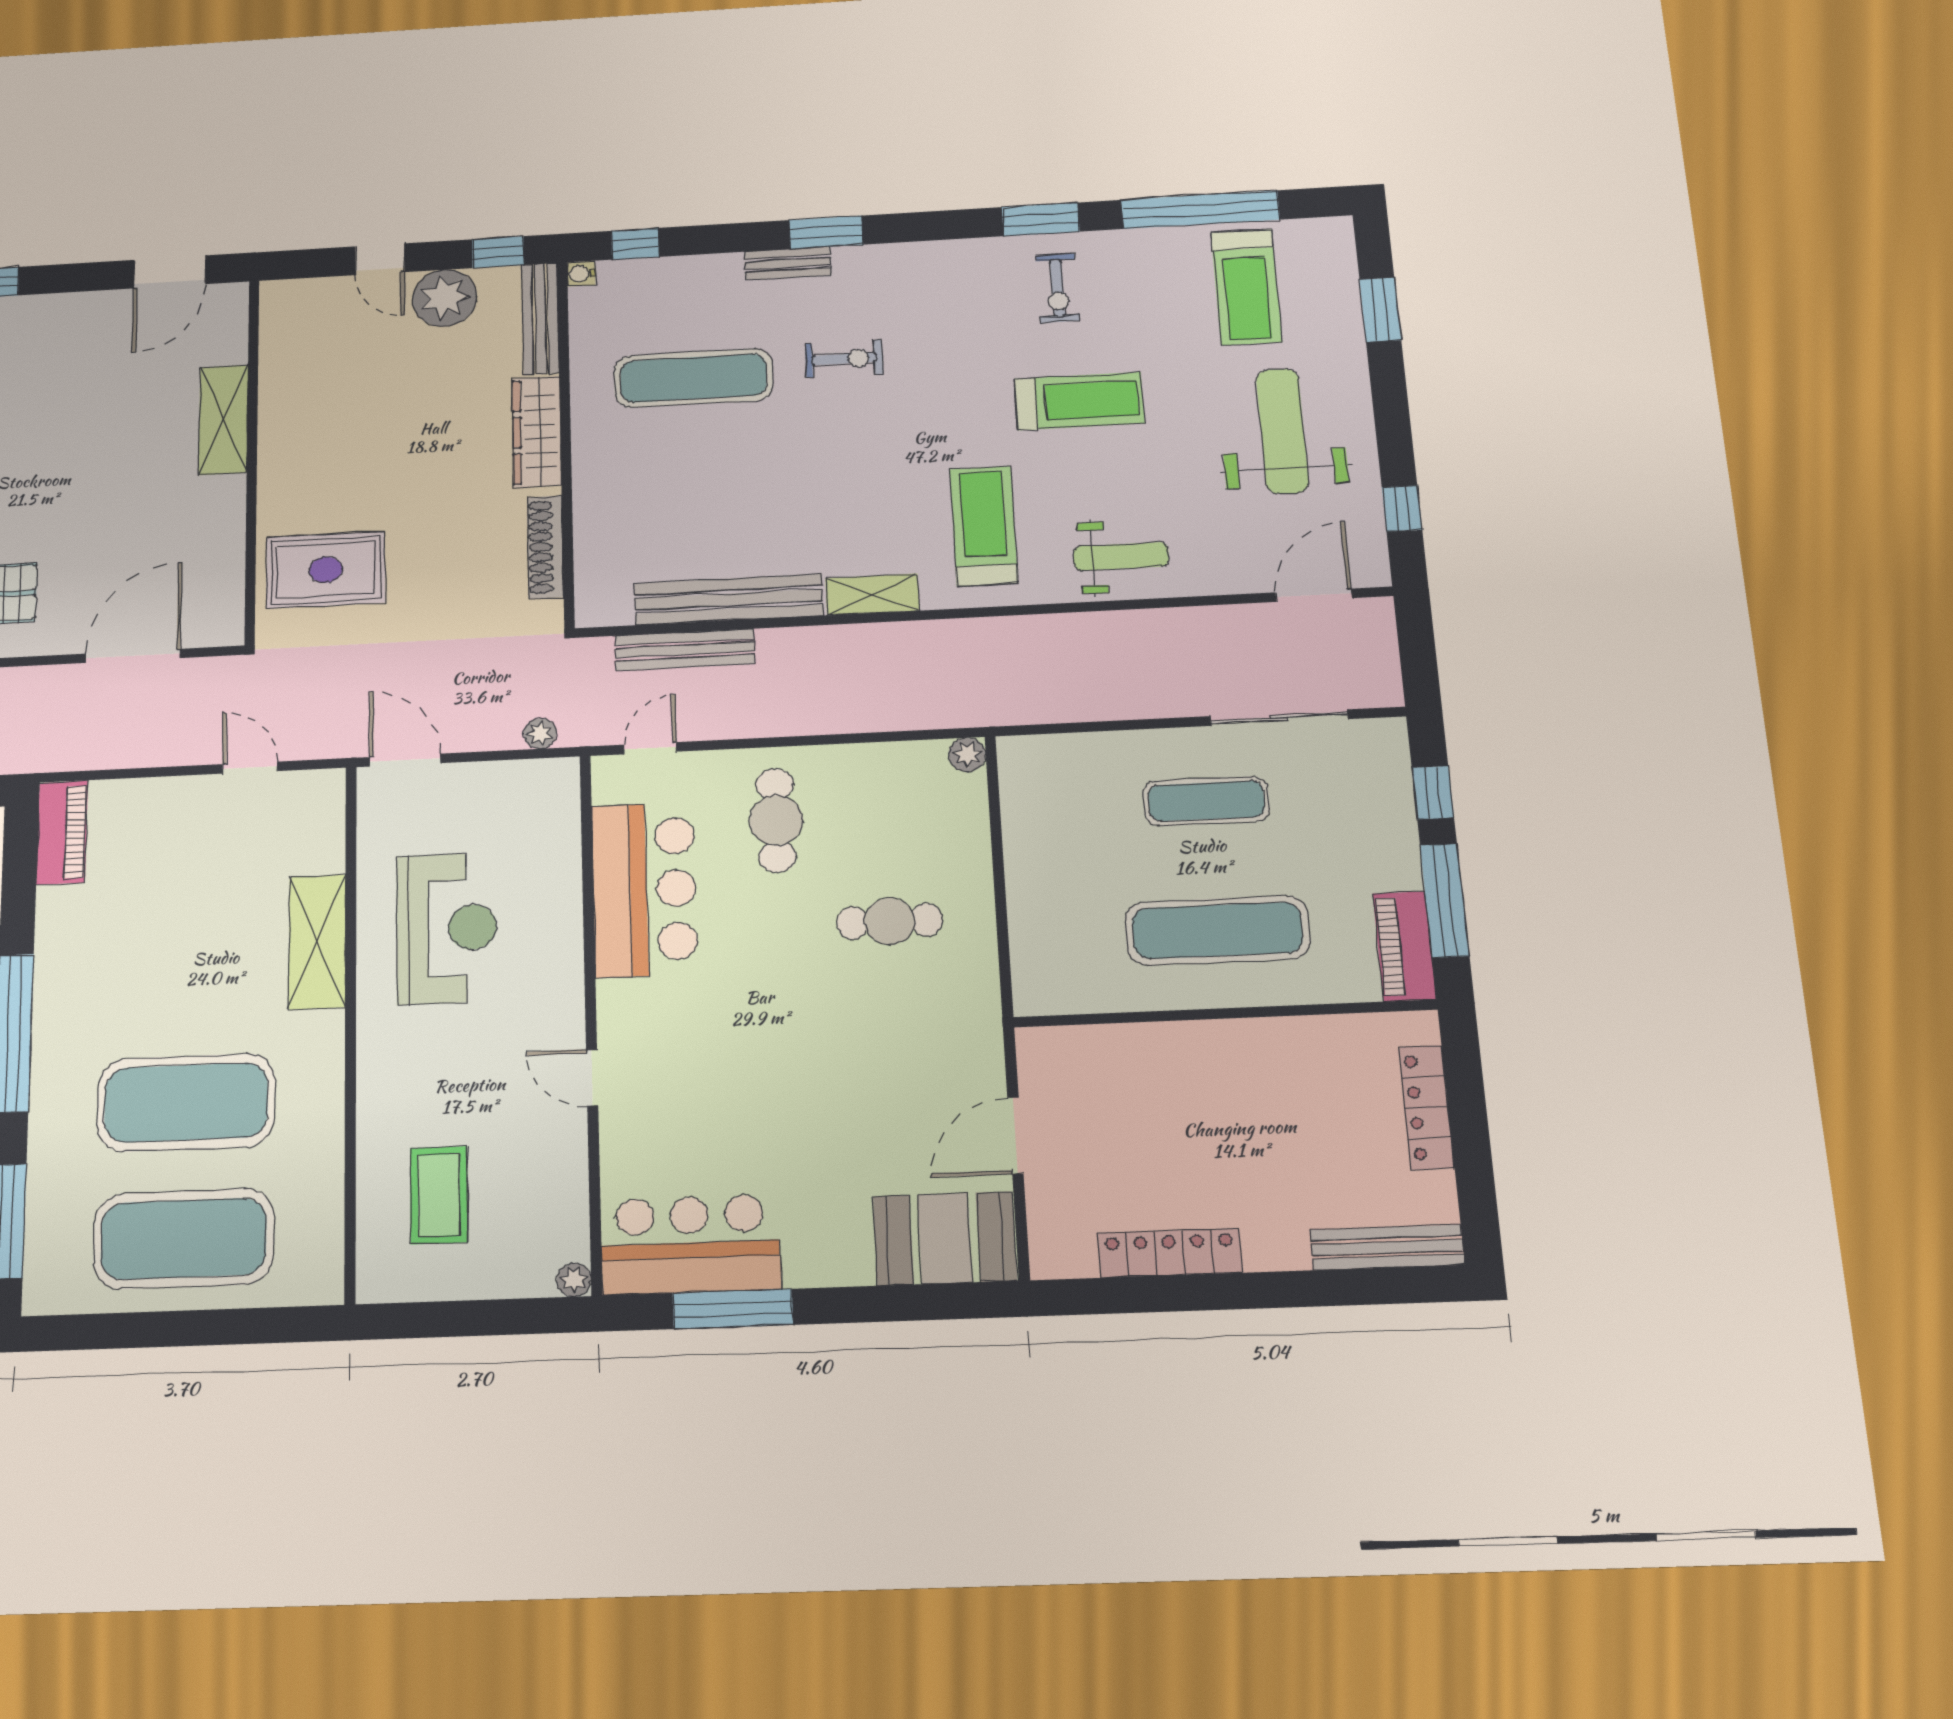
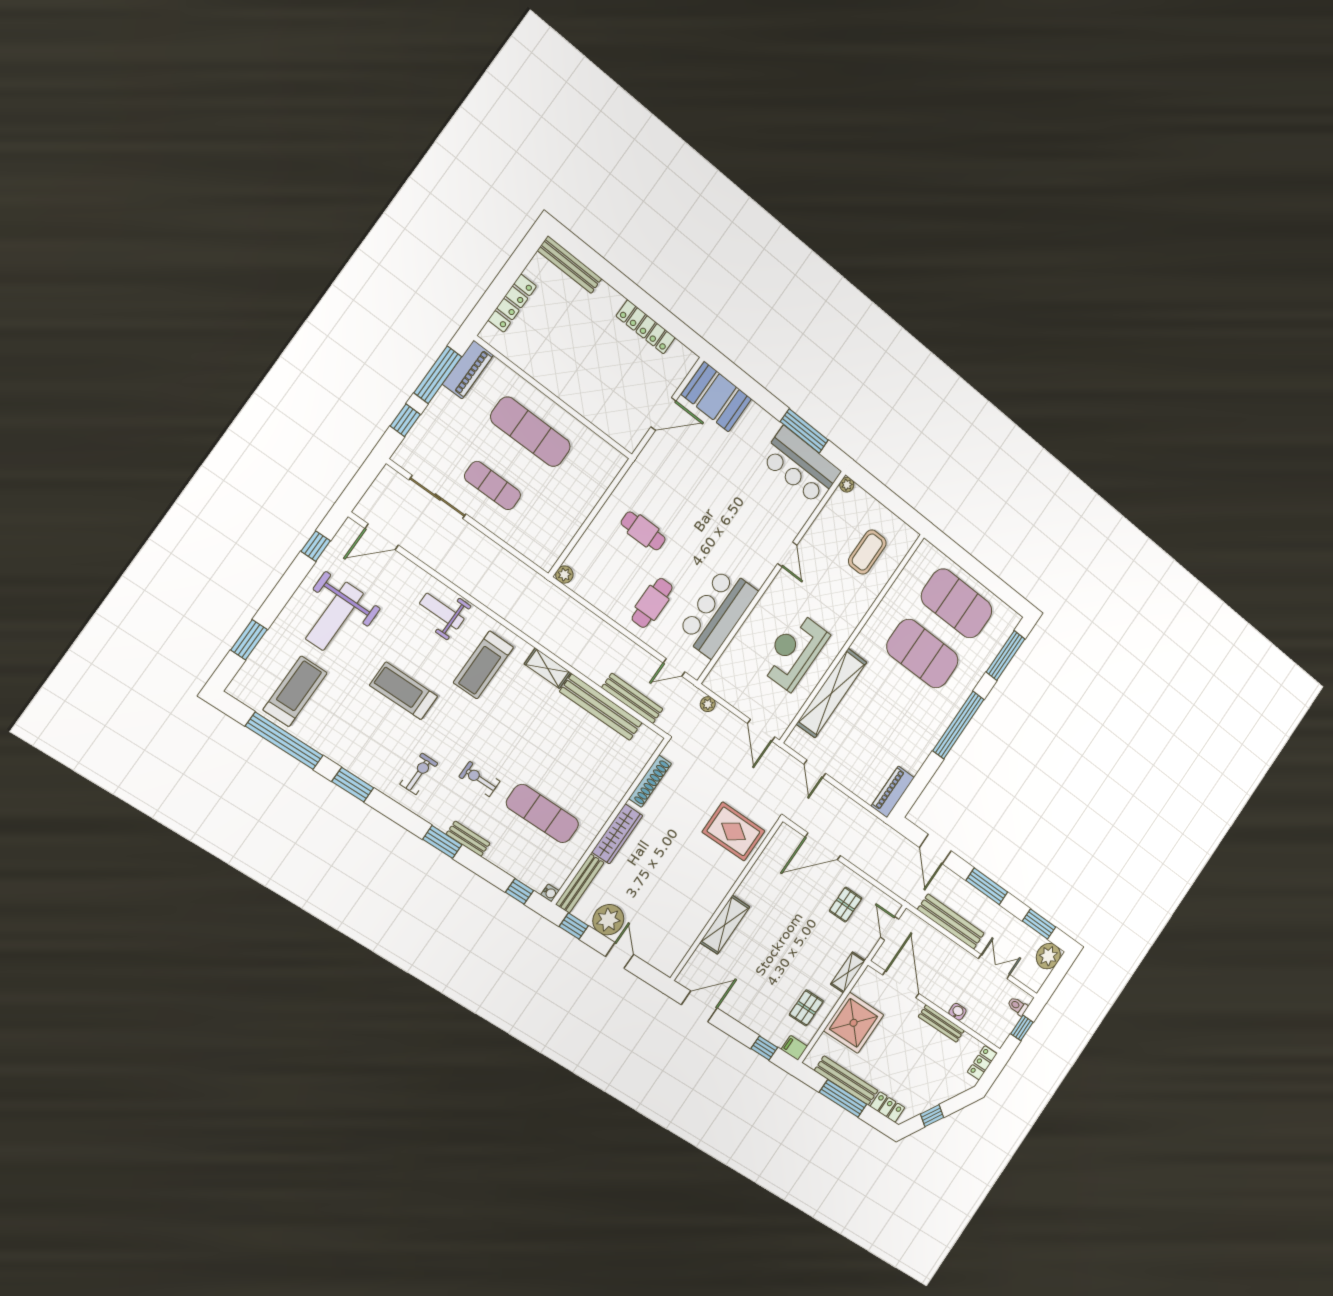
exercise bike: (1058, 288) -> (419, 774), moved
shelving: (317, 942) -> (831, 693), width x1.47

